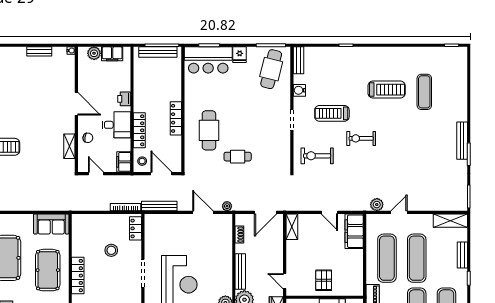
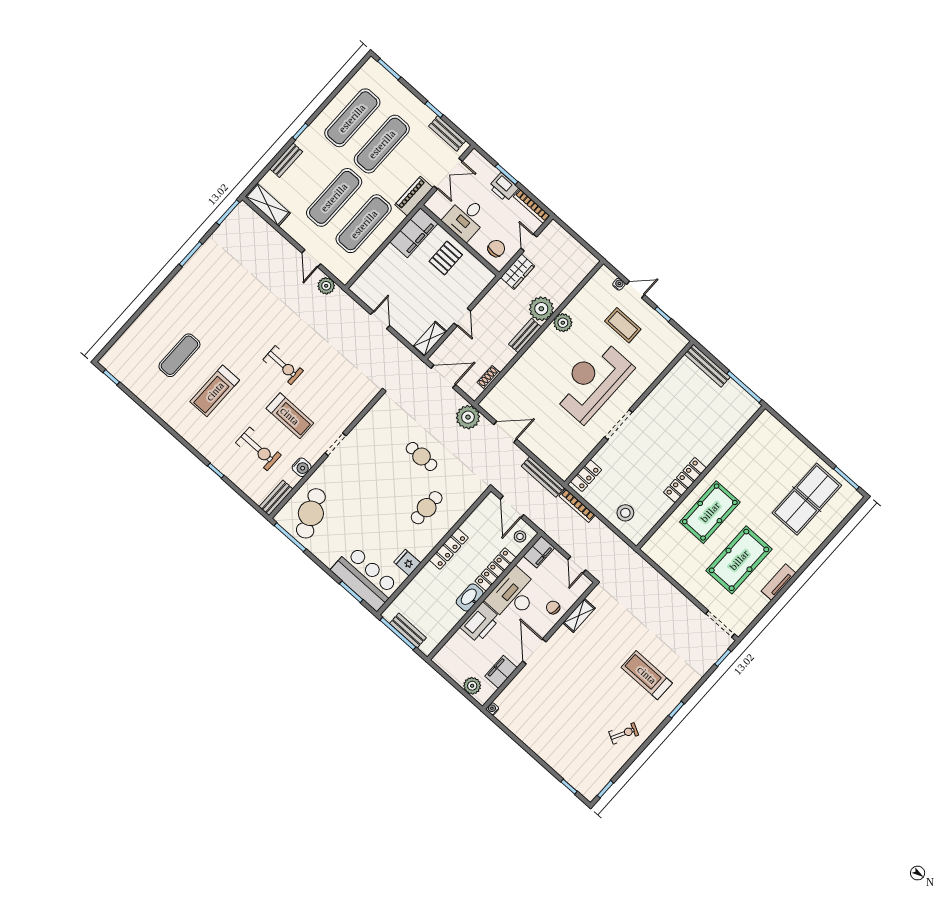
bench: (39, 51) -> (525, 736), removed
bench: (158, 52) -> (408, 630), width x0.73
filing cabinet: (112, 54) -> (501, 672), moved, turned -90
fridge: (240, 55) -> (407, 563), moved, turned -90
cafe table: (271, 69) -> (311, 513), turned -37
treadmill: (387, 90) -> (215, 391), turned -90
printer: (124, 99) -> (480, 623), width x1.87, depth x1.48
washbasin: (140, 102) -> (470, 597), added
desk: (116, 125) -> (513, 595), width x1.37
cafe table: (209, 130) -> (427, 508), width x0.73, depth x0.74
bench: (462, 141) -> (185, 274), removed
exercise bike: (317, 156) -> (258, 449), moved
plant: (227, 206) -> (468, 417), width x1.88, depth x1.88
door: (203, 212) -> (505, 432), swing flipped
door: (399, 212) -> (311, 258), hinge flipped
sofa: (51, 224) -> (666, 555), removed
filing cabinet: (354, 231) -> (414, 233), moved
stool: (111, 250) -> (625, 513), moved
bench: (240, 272) -> (525, 336), width x0.73
door: (285, 281) -> (462, 317), moved

